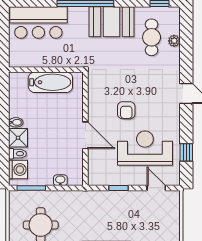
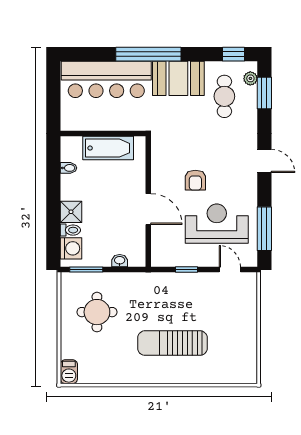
bar counter: (38, 23) -> (106, 79), width x1.36
window: (186, 34) -> (264, 93), added
plant: (174, 41) -> (250, 78), moved
bidet: (16, 122) -> (68, 168), moved
window: (186, 152) -> (264, 229), width x2.17

